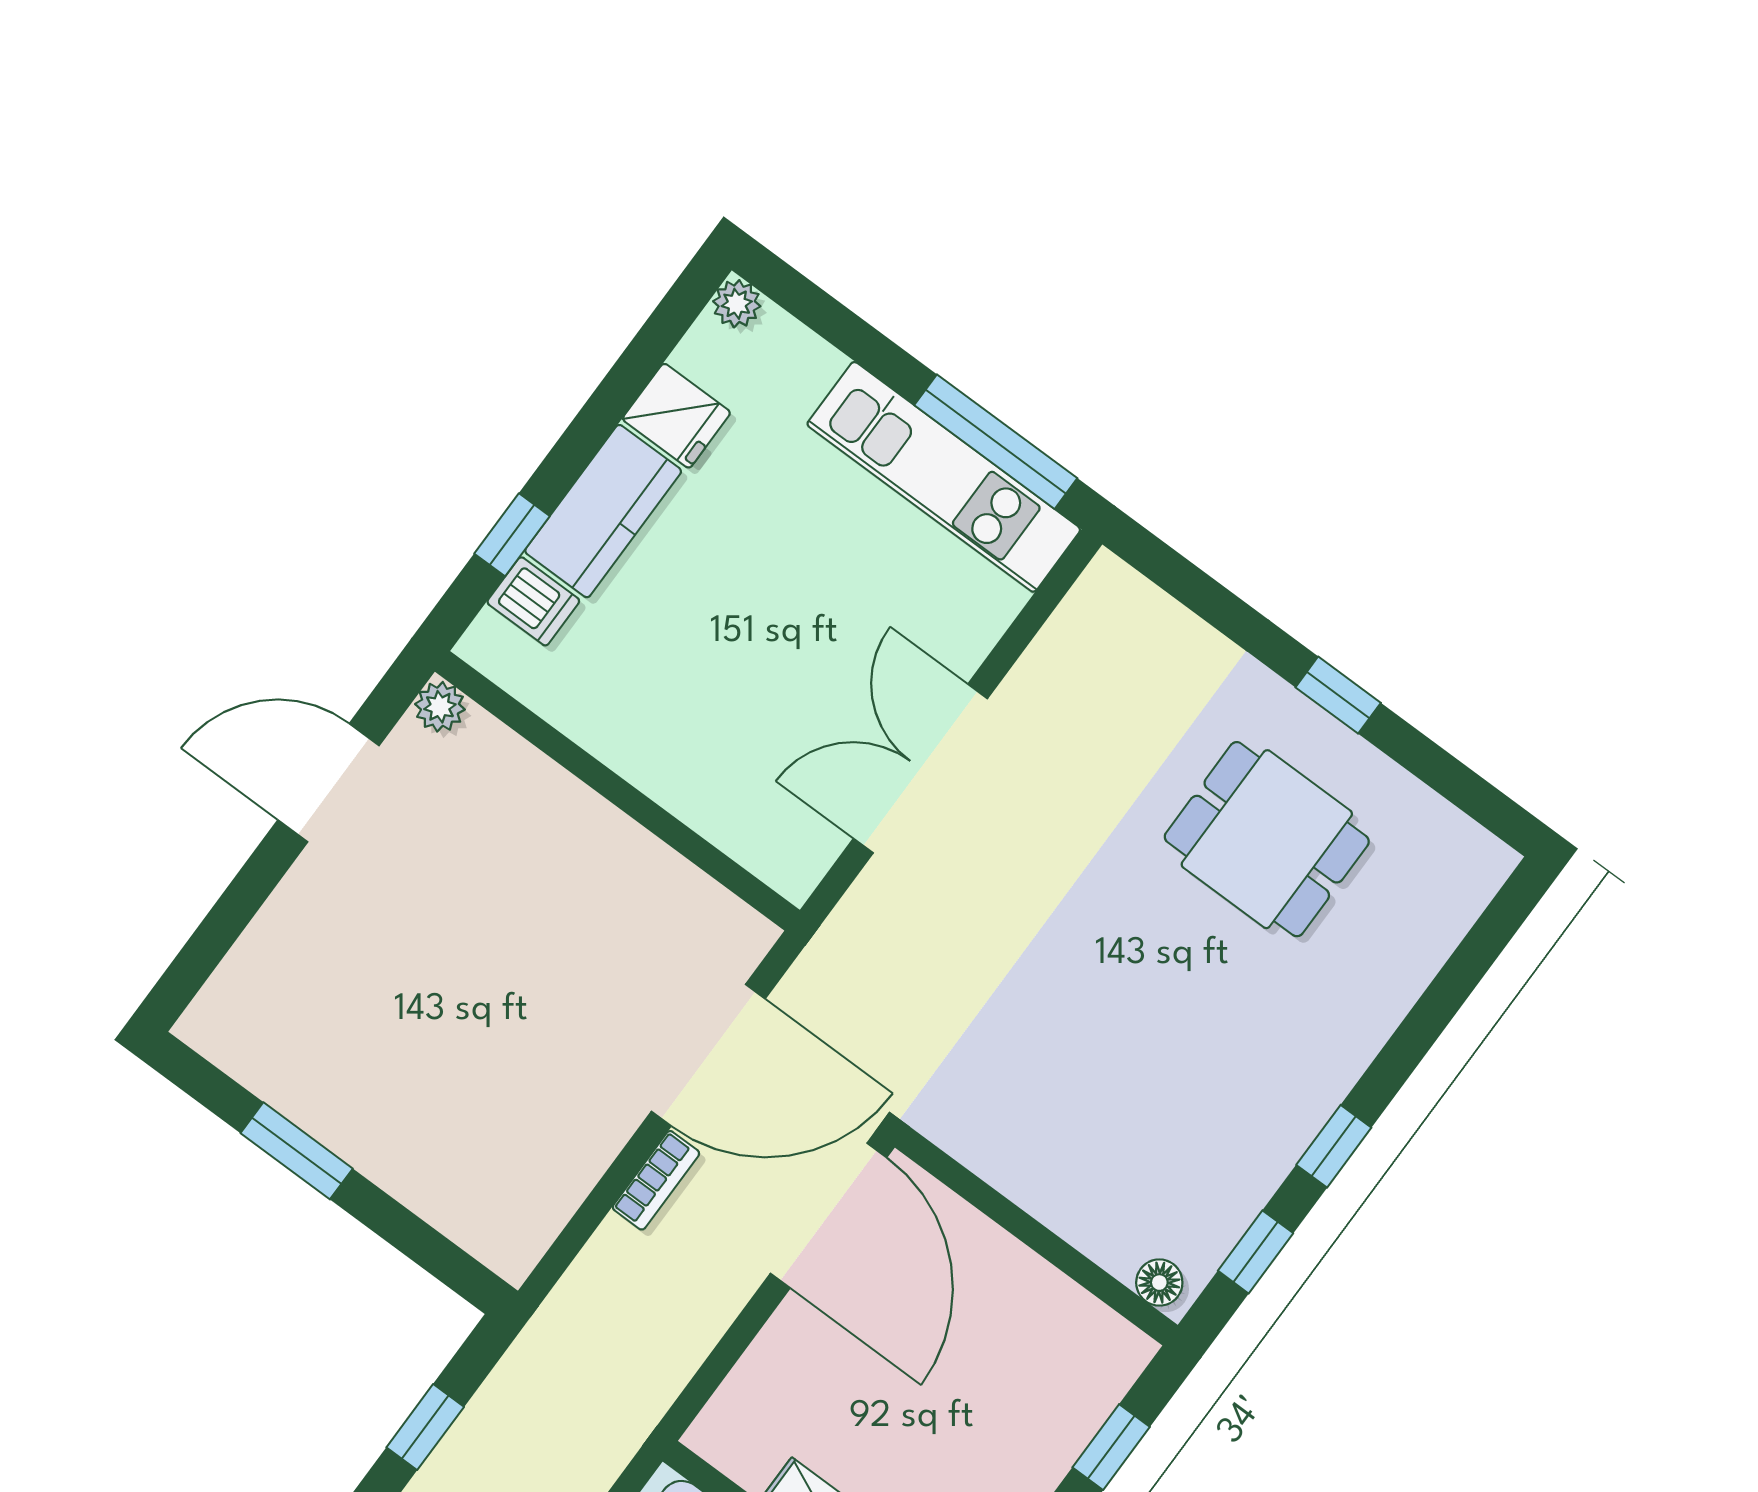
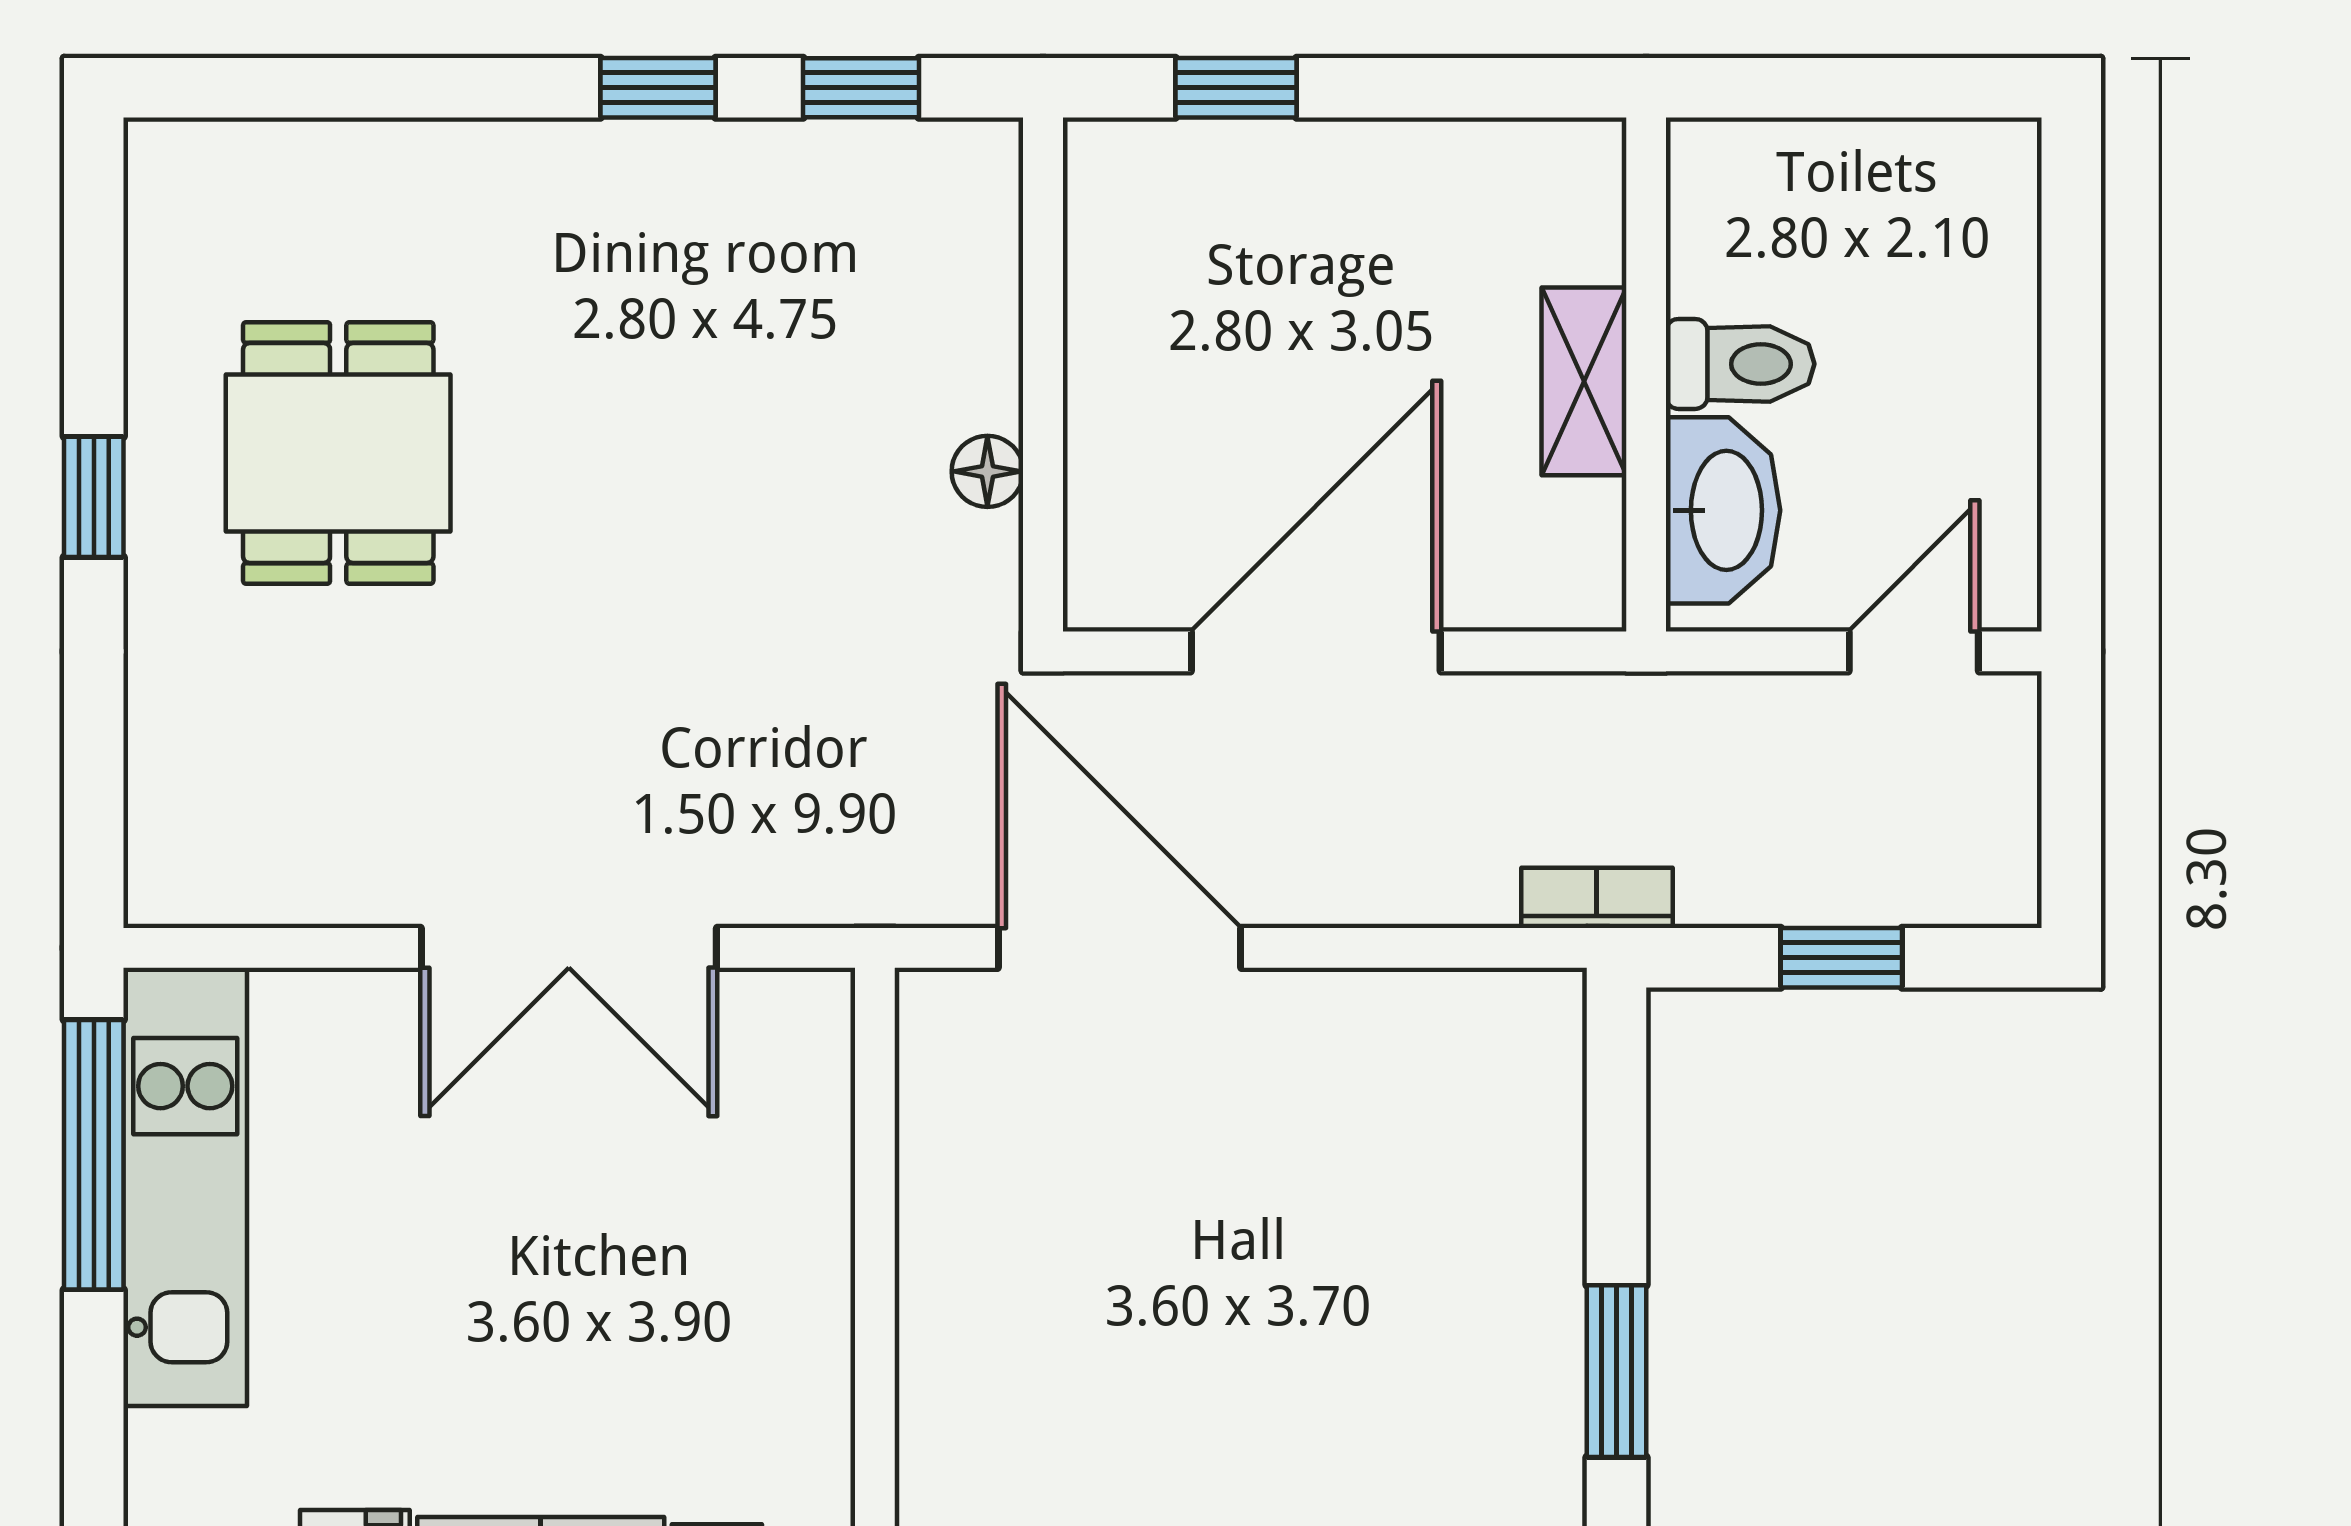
bookcase: (656, 1180) -> (1597, 898), moved
door: (829, 1216) -> (1316, 651), moved
floor lamp: (1159, 1283) -> (987, 471), moved

